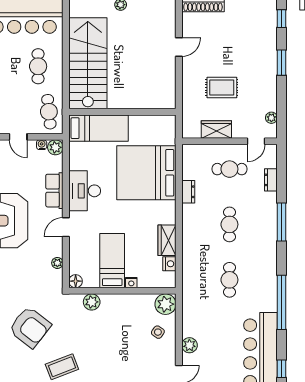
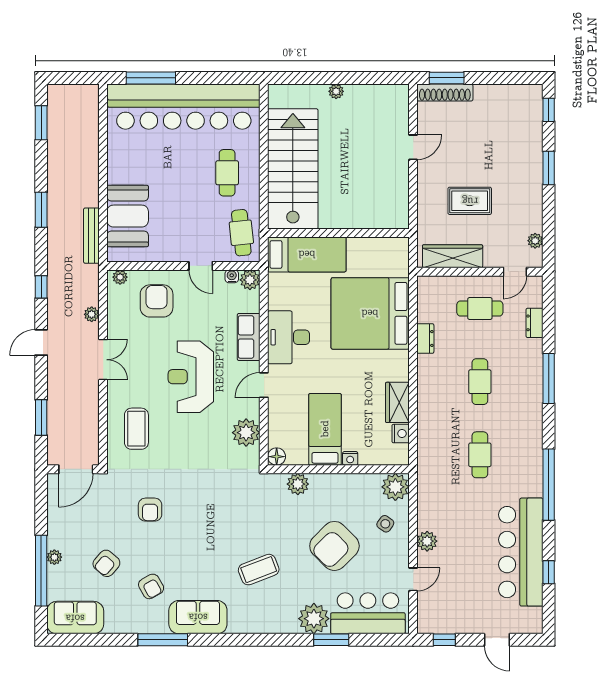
wardrobe: (216, 129) -> (453, 256), width x1.50
plant: (57, 263) -> (246, 433), width x1.87, depth x1.87
armchair: (30, 327) -> (334, 546), moved, turned 97

